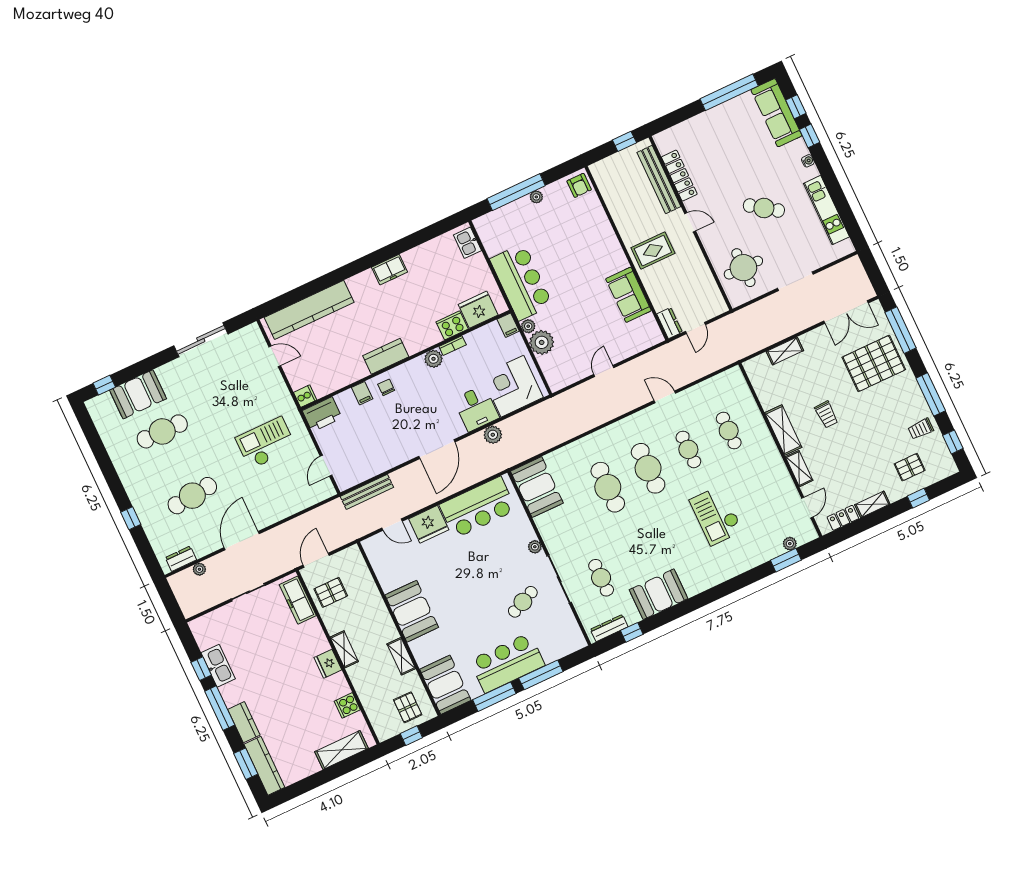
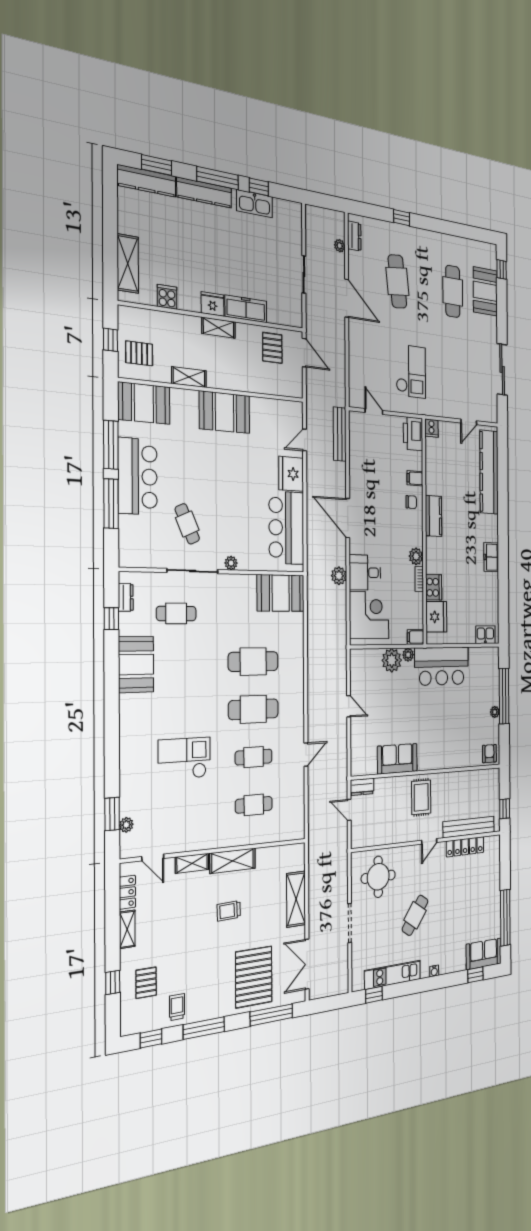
sofa: (776, 113) -> (484, 954), width x0.73
window: (810, 136) -> (374, 995), moved
armchair: (579, 185) -> (489, 754), turned 90
shelving: (785, 351) -> (296, 899), width x1.50, depth x1.33
freezer: (298, 600) -> (246, 309), moved
dresser: (609, 628) -> (126, 597), width x0.70
kitchen counter: (244, 722) -> (204, 193), width x1.50

